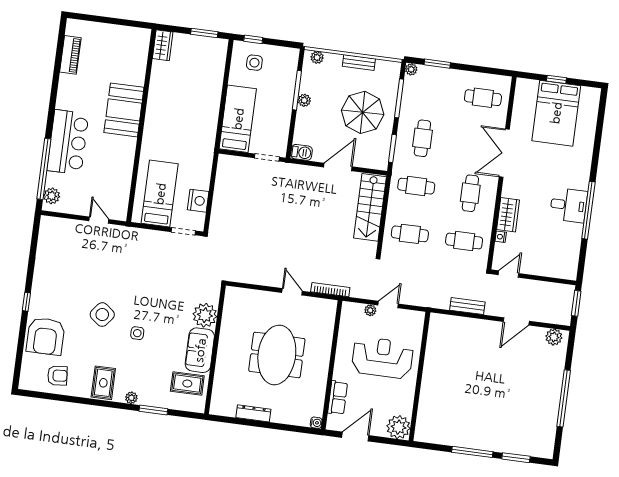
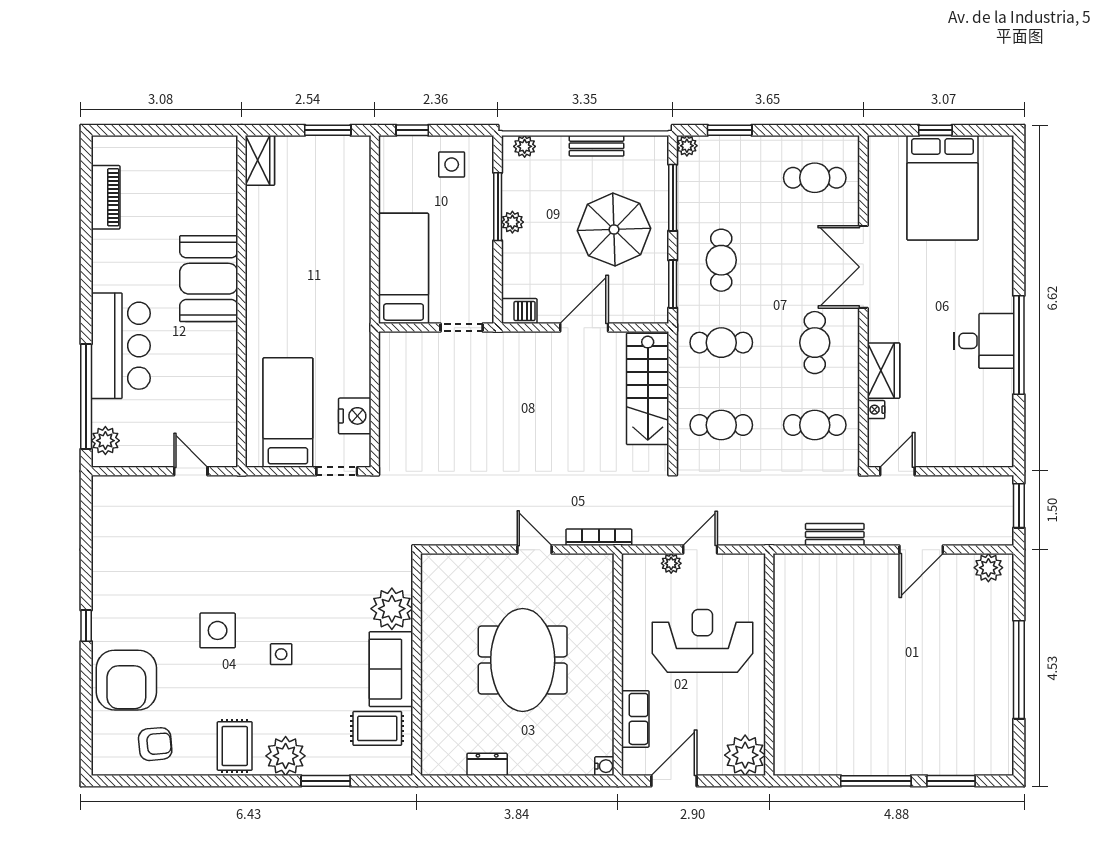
side table: (254, 63) -> (452, 164), moved
side table: (102, 315) -> (218, 630), turned -38
plant: (131, 398) -> (286, 756), width x1.87, depth x1.87
dresser: (253, 413) -> (487, 764), width x0.70

